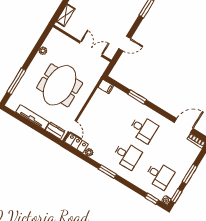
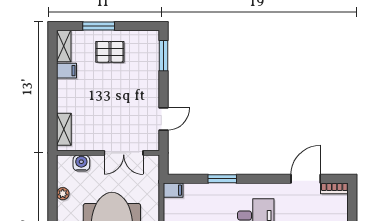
water cooler: (64, 40) -> (81, 163), added
double door: (91, 49) -> (124, 153), swing flipped

